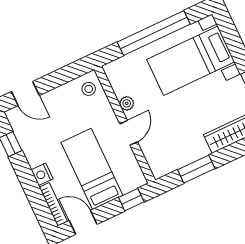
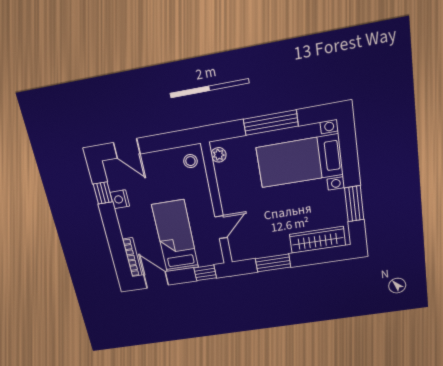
window: (154, 33) -> (271, 123), width x0.68
plant: (127, 103) -> (219, 155), moved
door: (129, 133) -> (221, 227), moved
nightstand: (42, 174) -> (120, 199), moved

